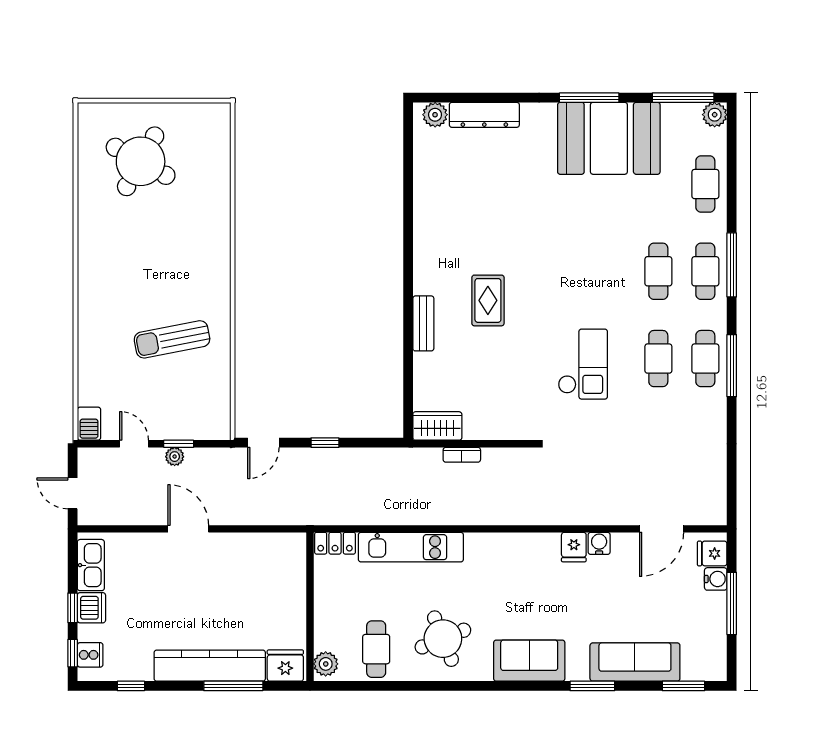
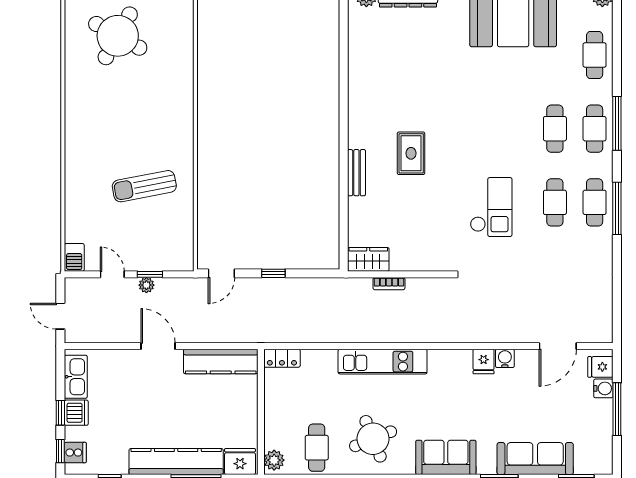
kitchen counter: (262, 547) -> (221, 361), added
kitchen unit: (411, 547) -> (383, 362), moved

